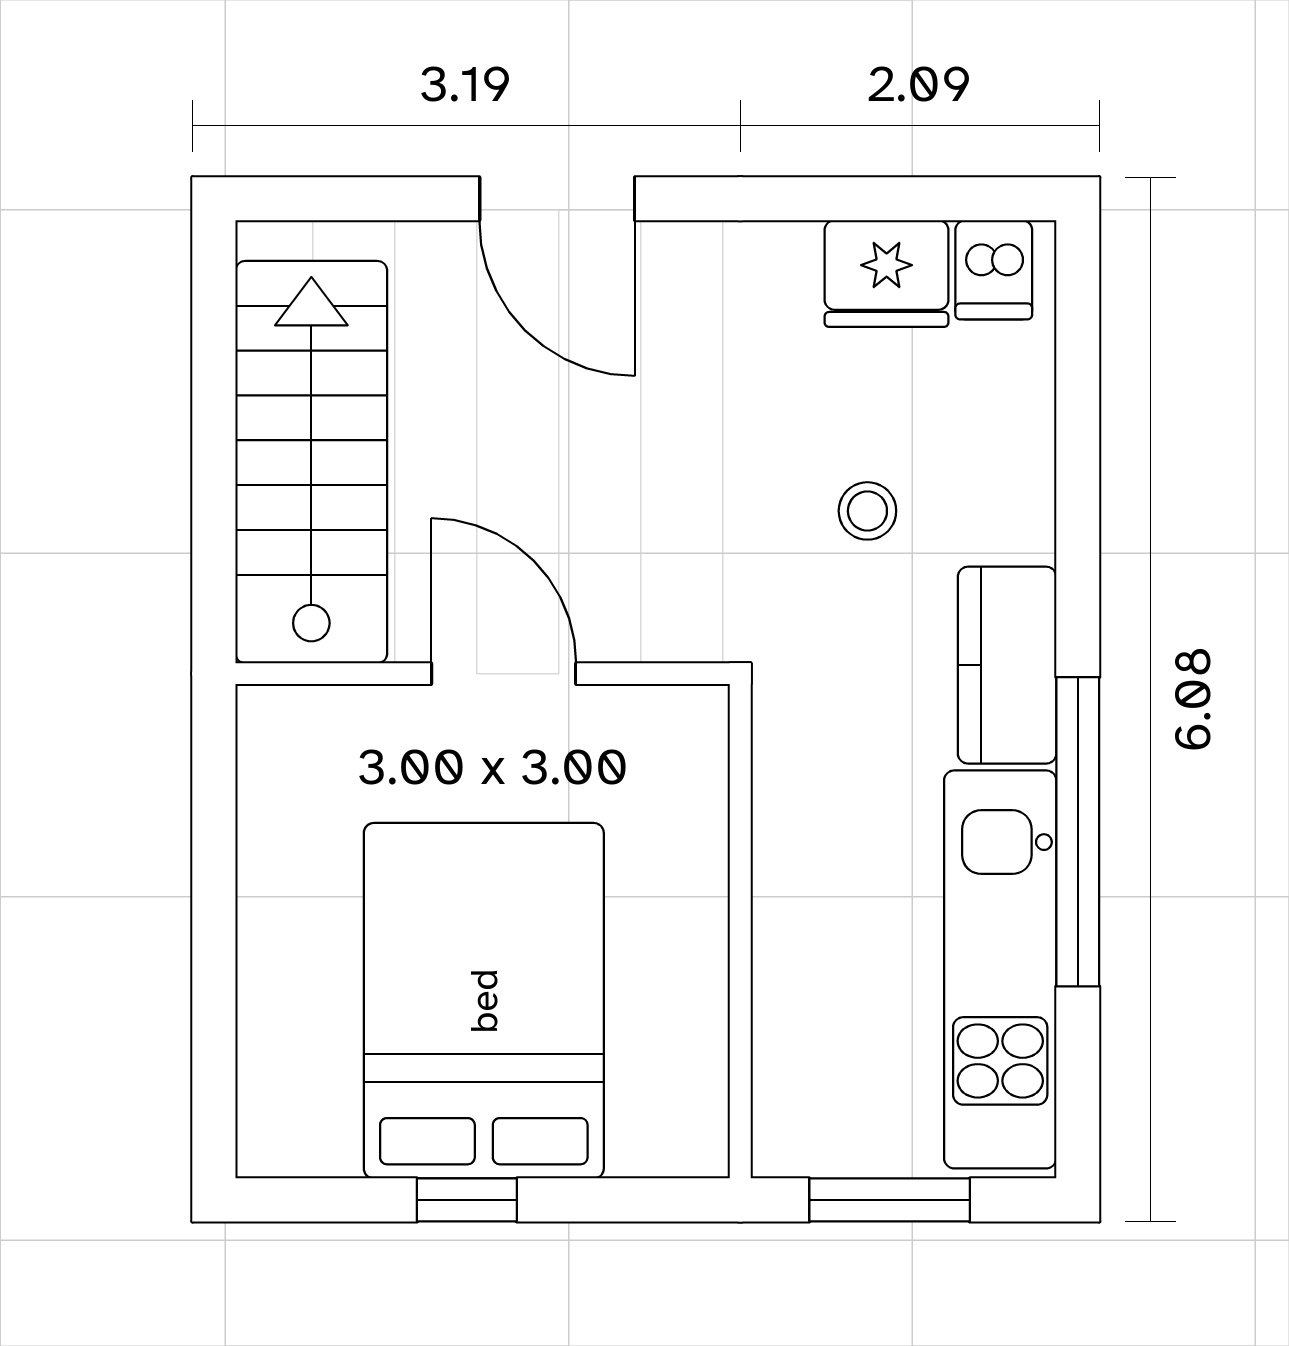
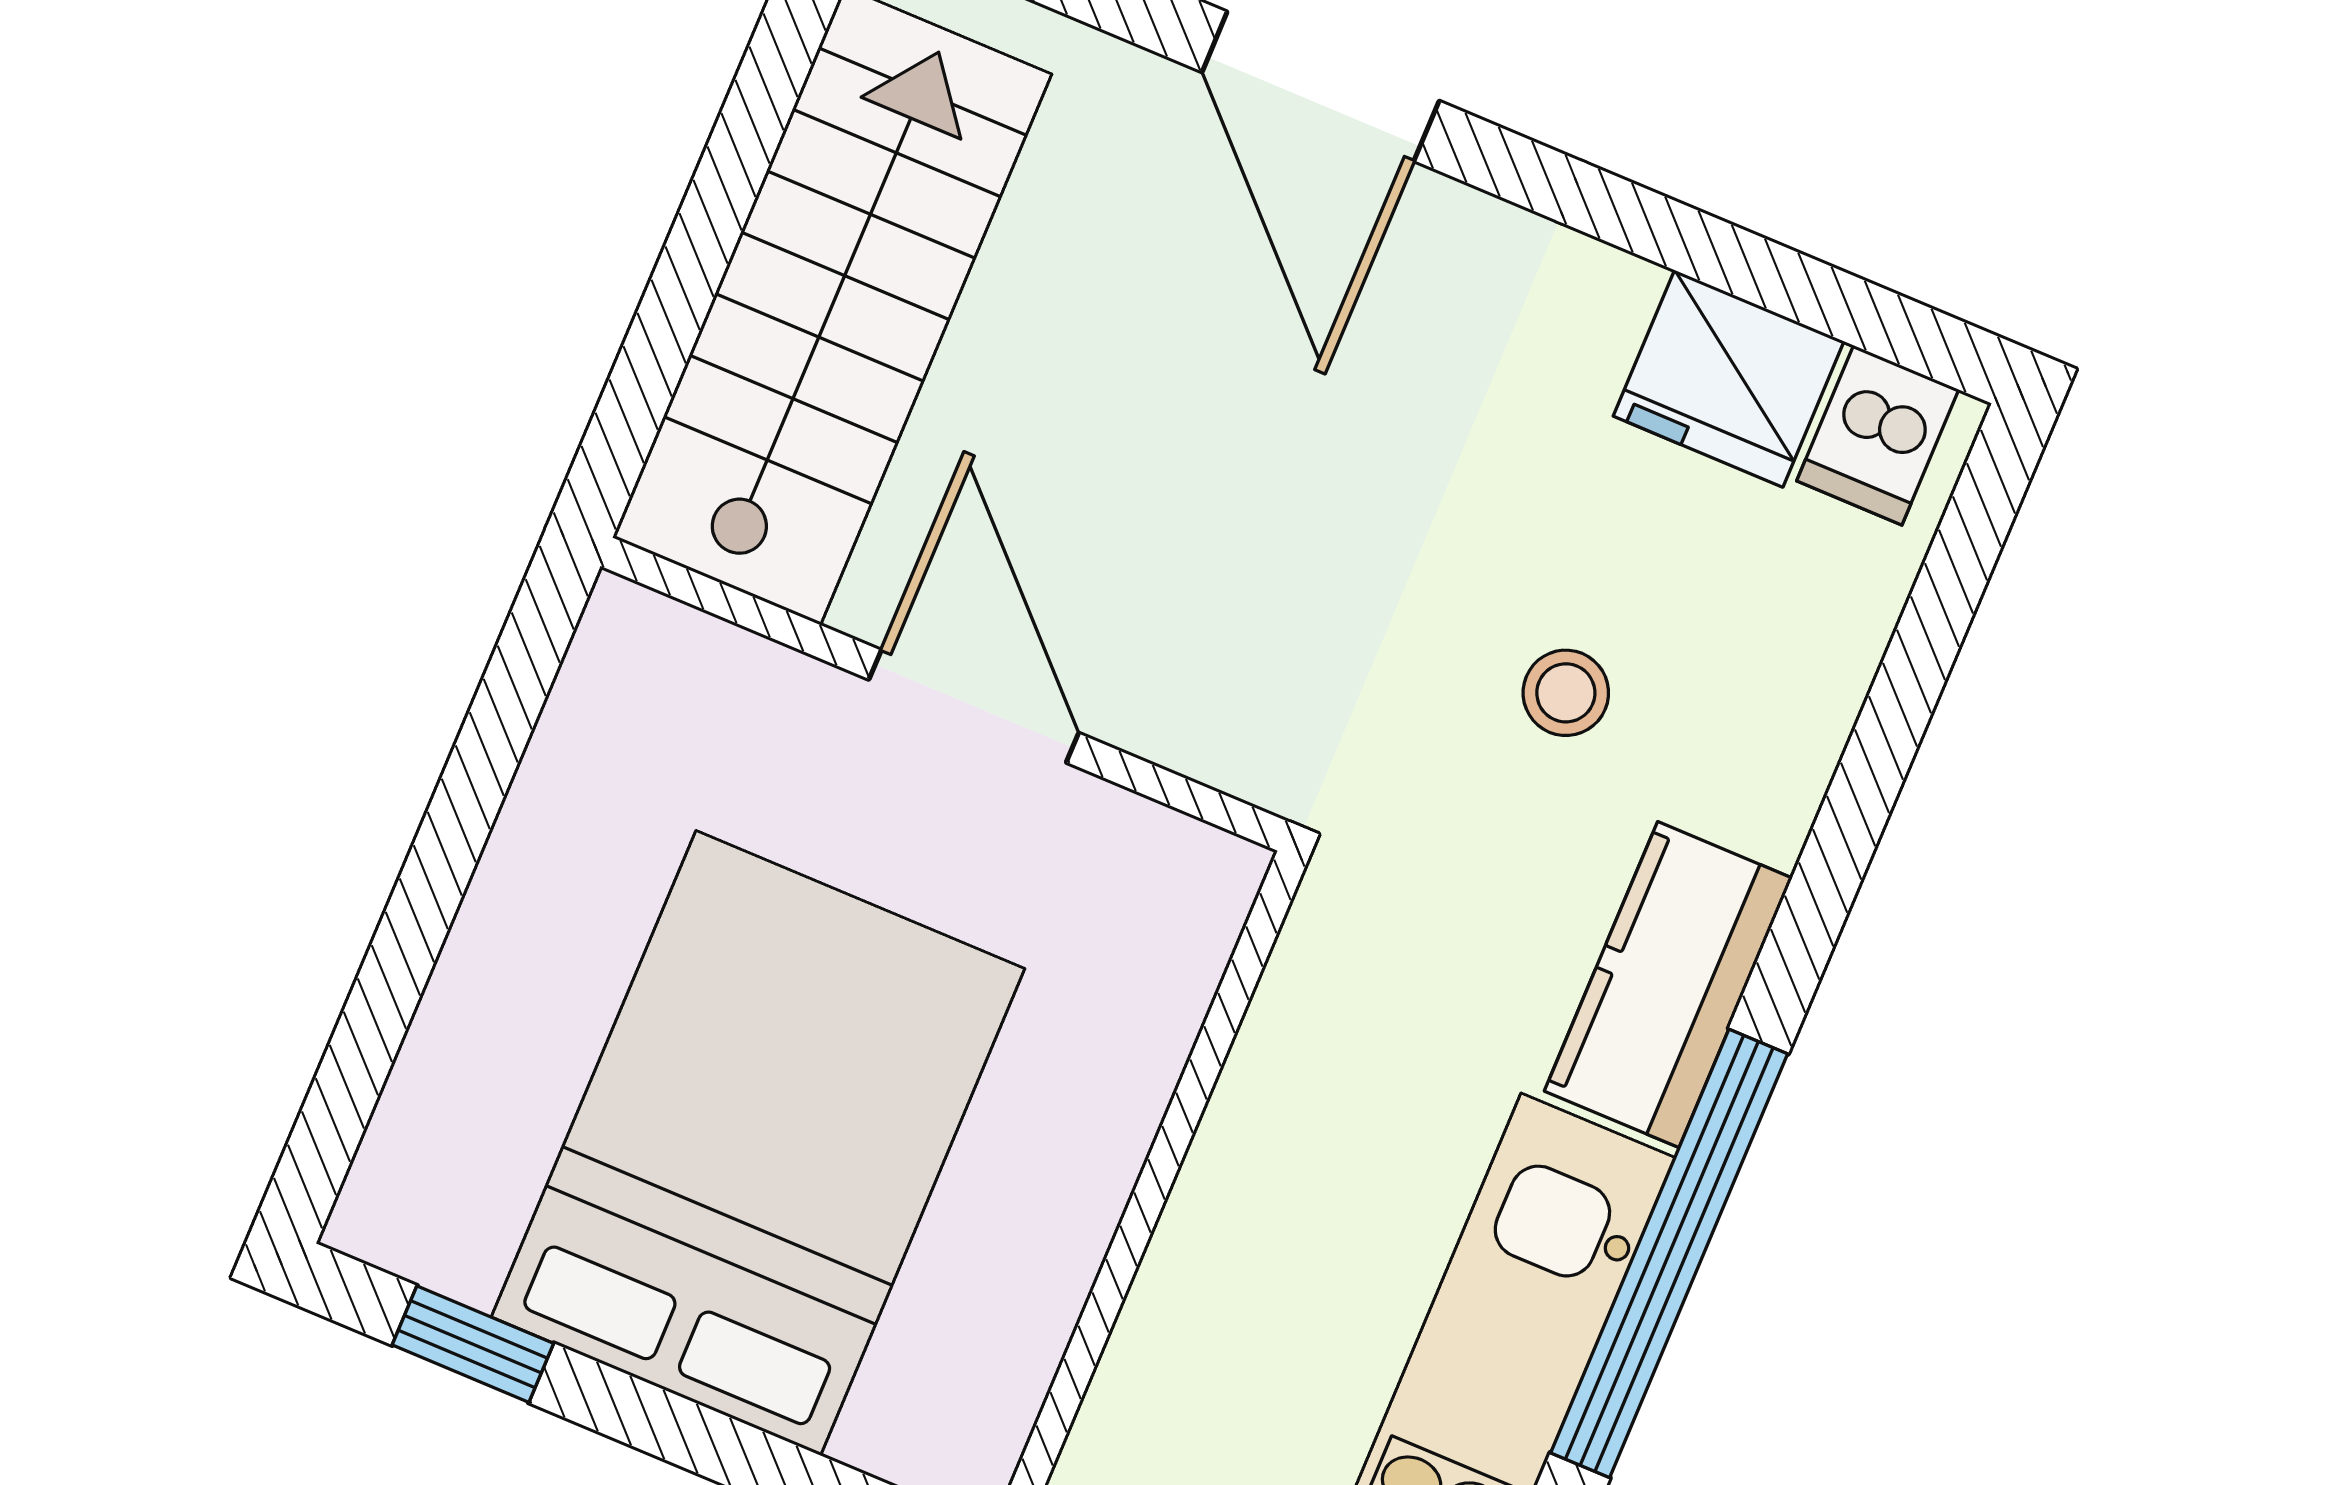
window: (467, 1200) -> (473, 1344), moved

